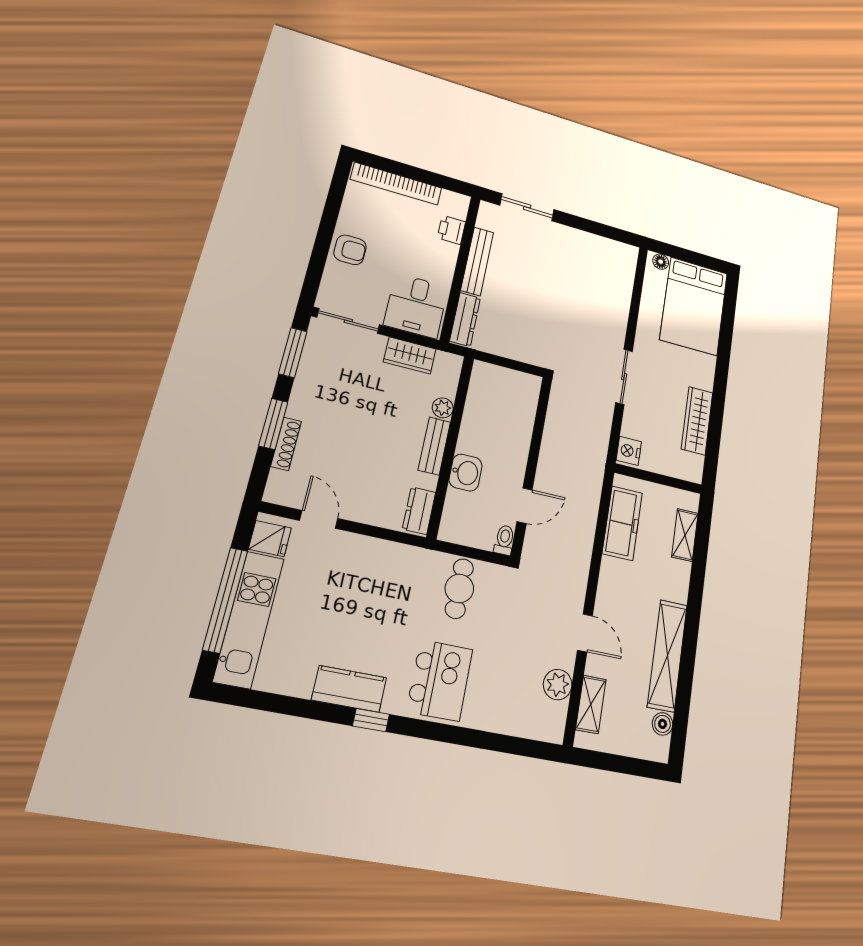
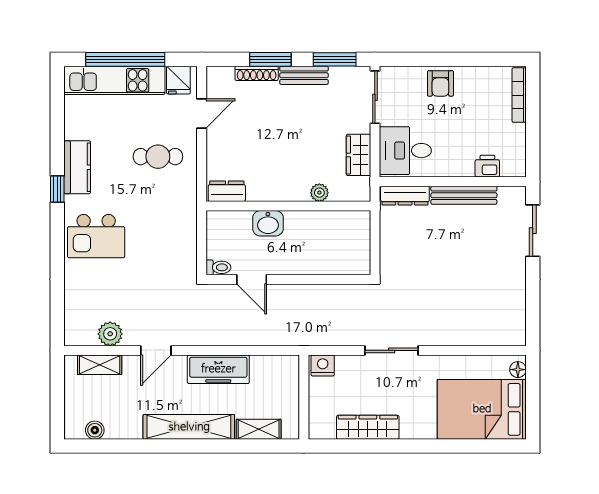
bookcase: (396, 184) -> (519, 95), width x0.68, depth x0.76
bench: (434, 446) -> (304, 75), moved
freezer: (622, 523) -> (218, 369), moved
cafe table: (459, 588) -> (158, 157), moved
shelving: (667, 655) -> (189, 427), moved

